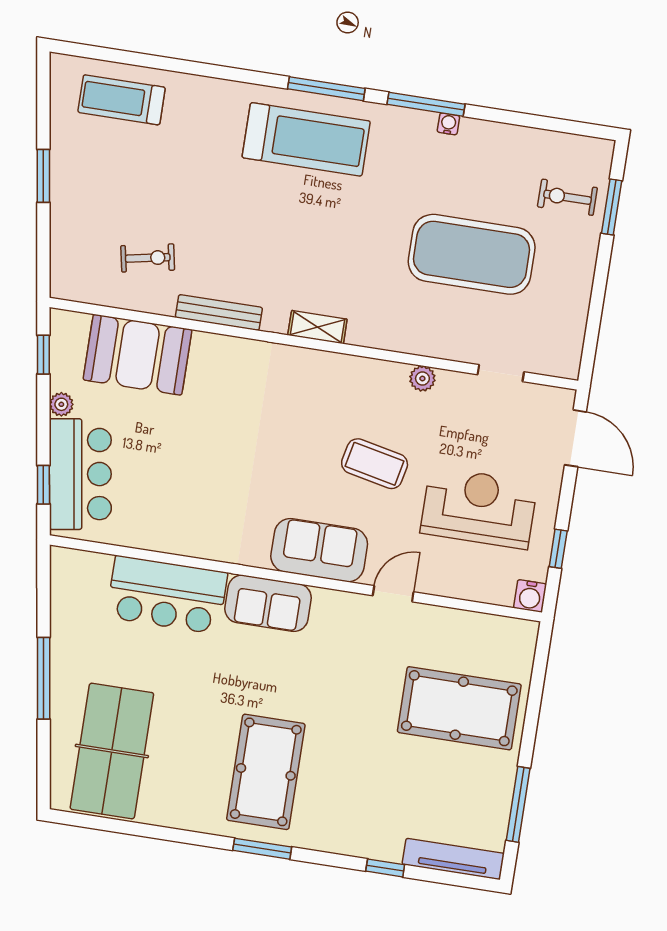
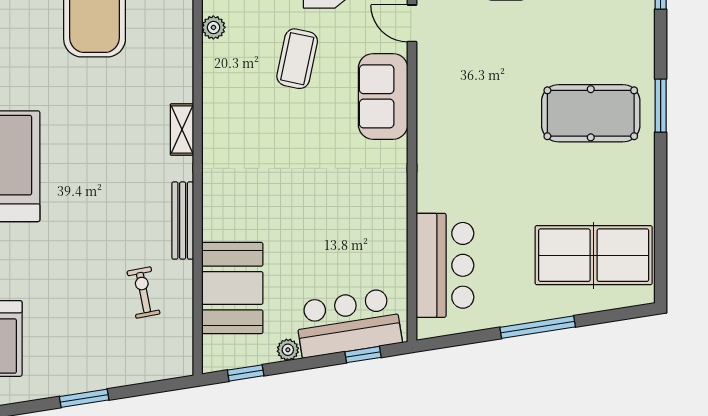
bar counter: (167, 595) -> (445, 265), moved
sofa: (268, 603) -> (438, 135), removed

